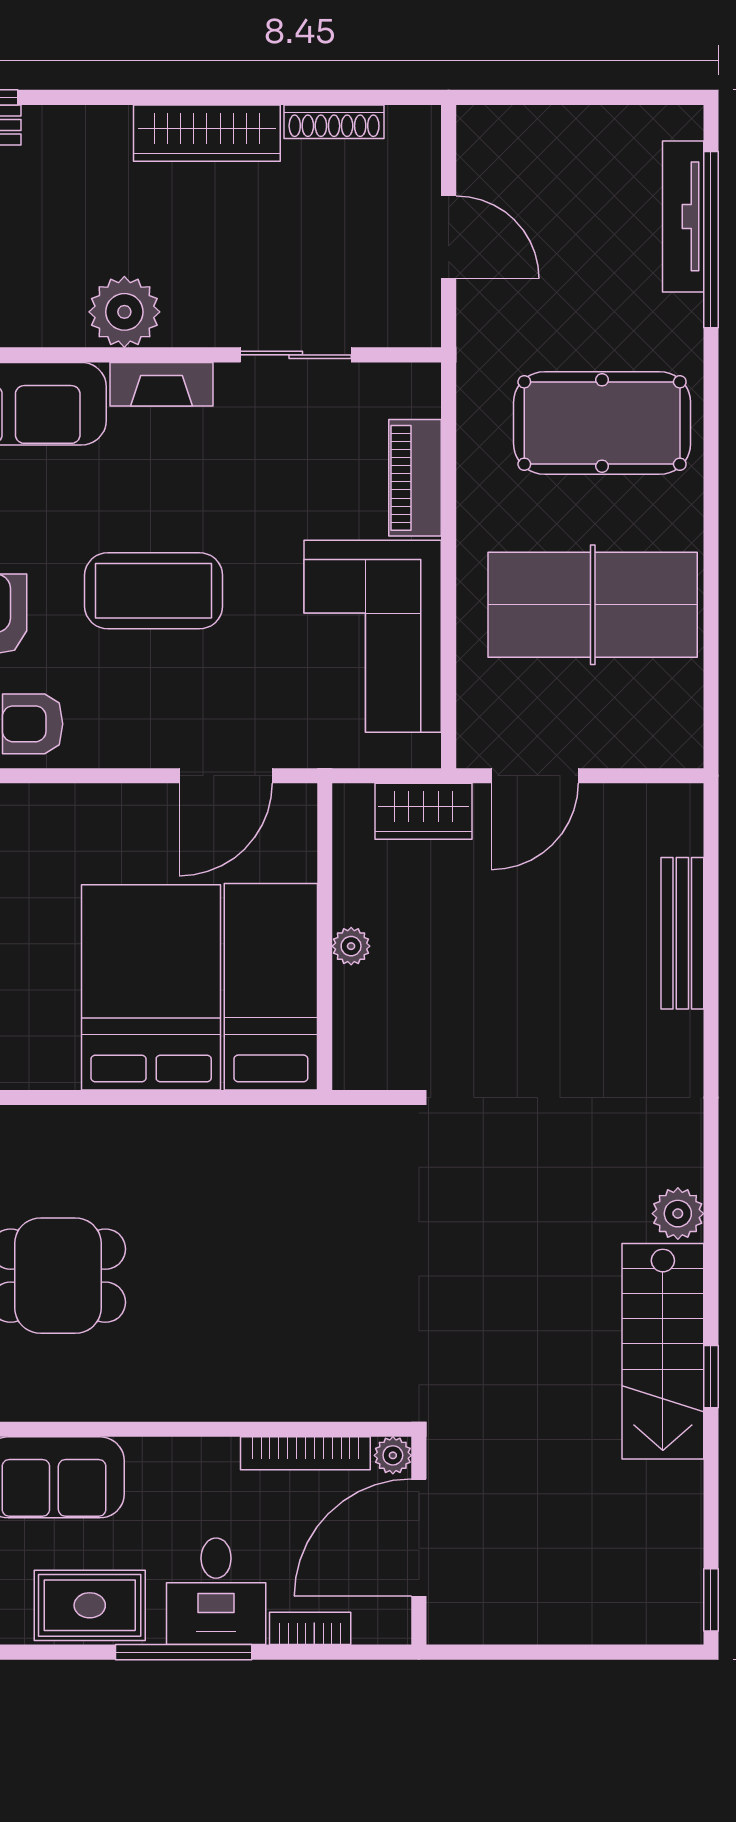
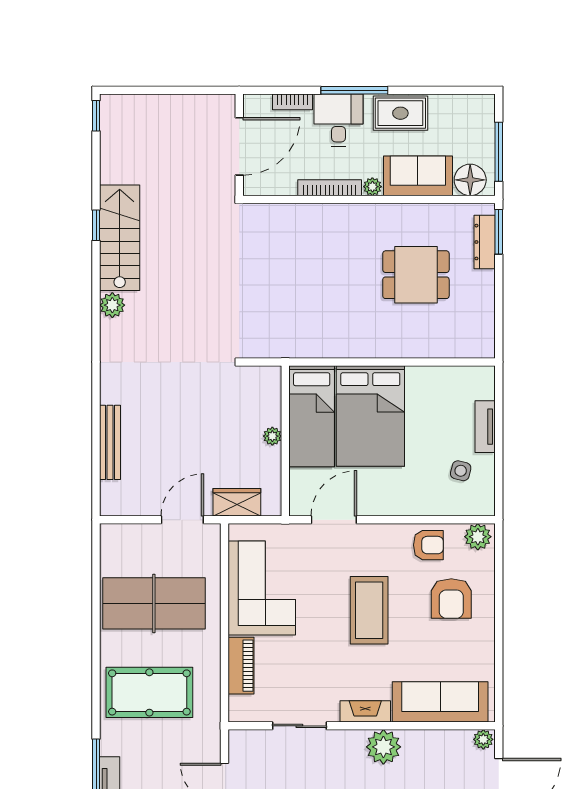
coffee table: (154, 591) -> (369, 610), turned 90
bookcase: (305, 1453) -> (330, 188), moved
plant: (393, 1455) -> (372, 187), moved

